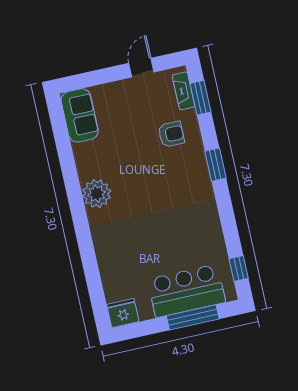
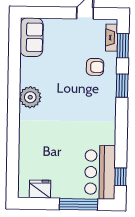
window: (215, 165) -> (122, 86), moved
bar counter: (187, 291) -> (100, 172), moved, turned -90
fridge: (123, 313) -> (40, 189), moved

